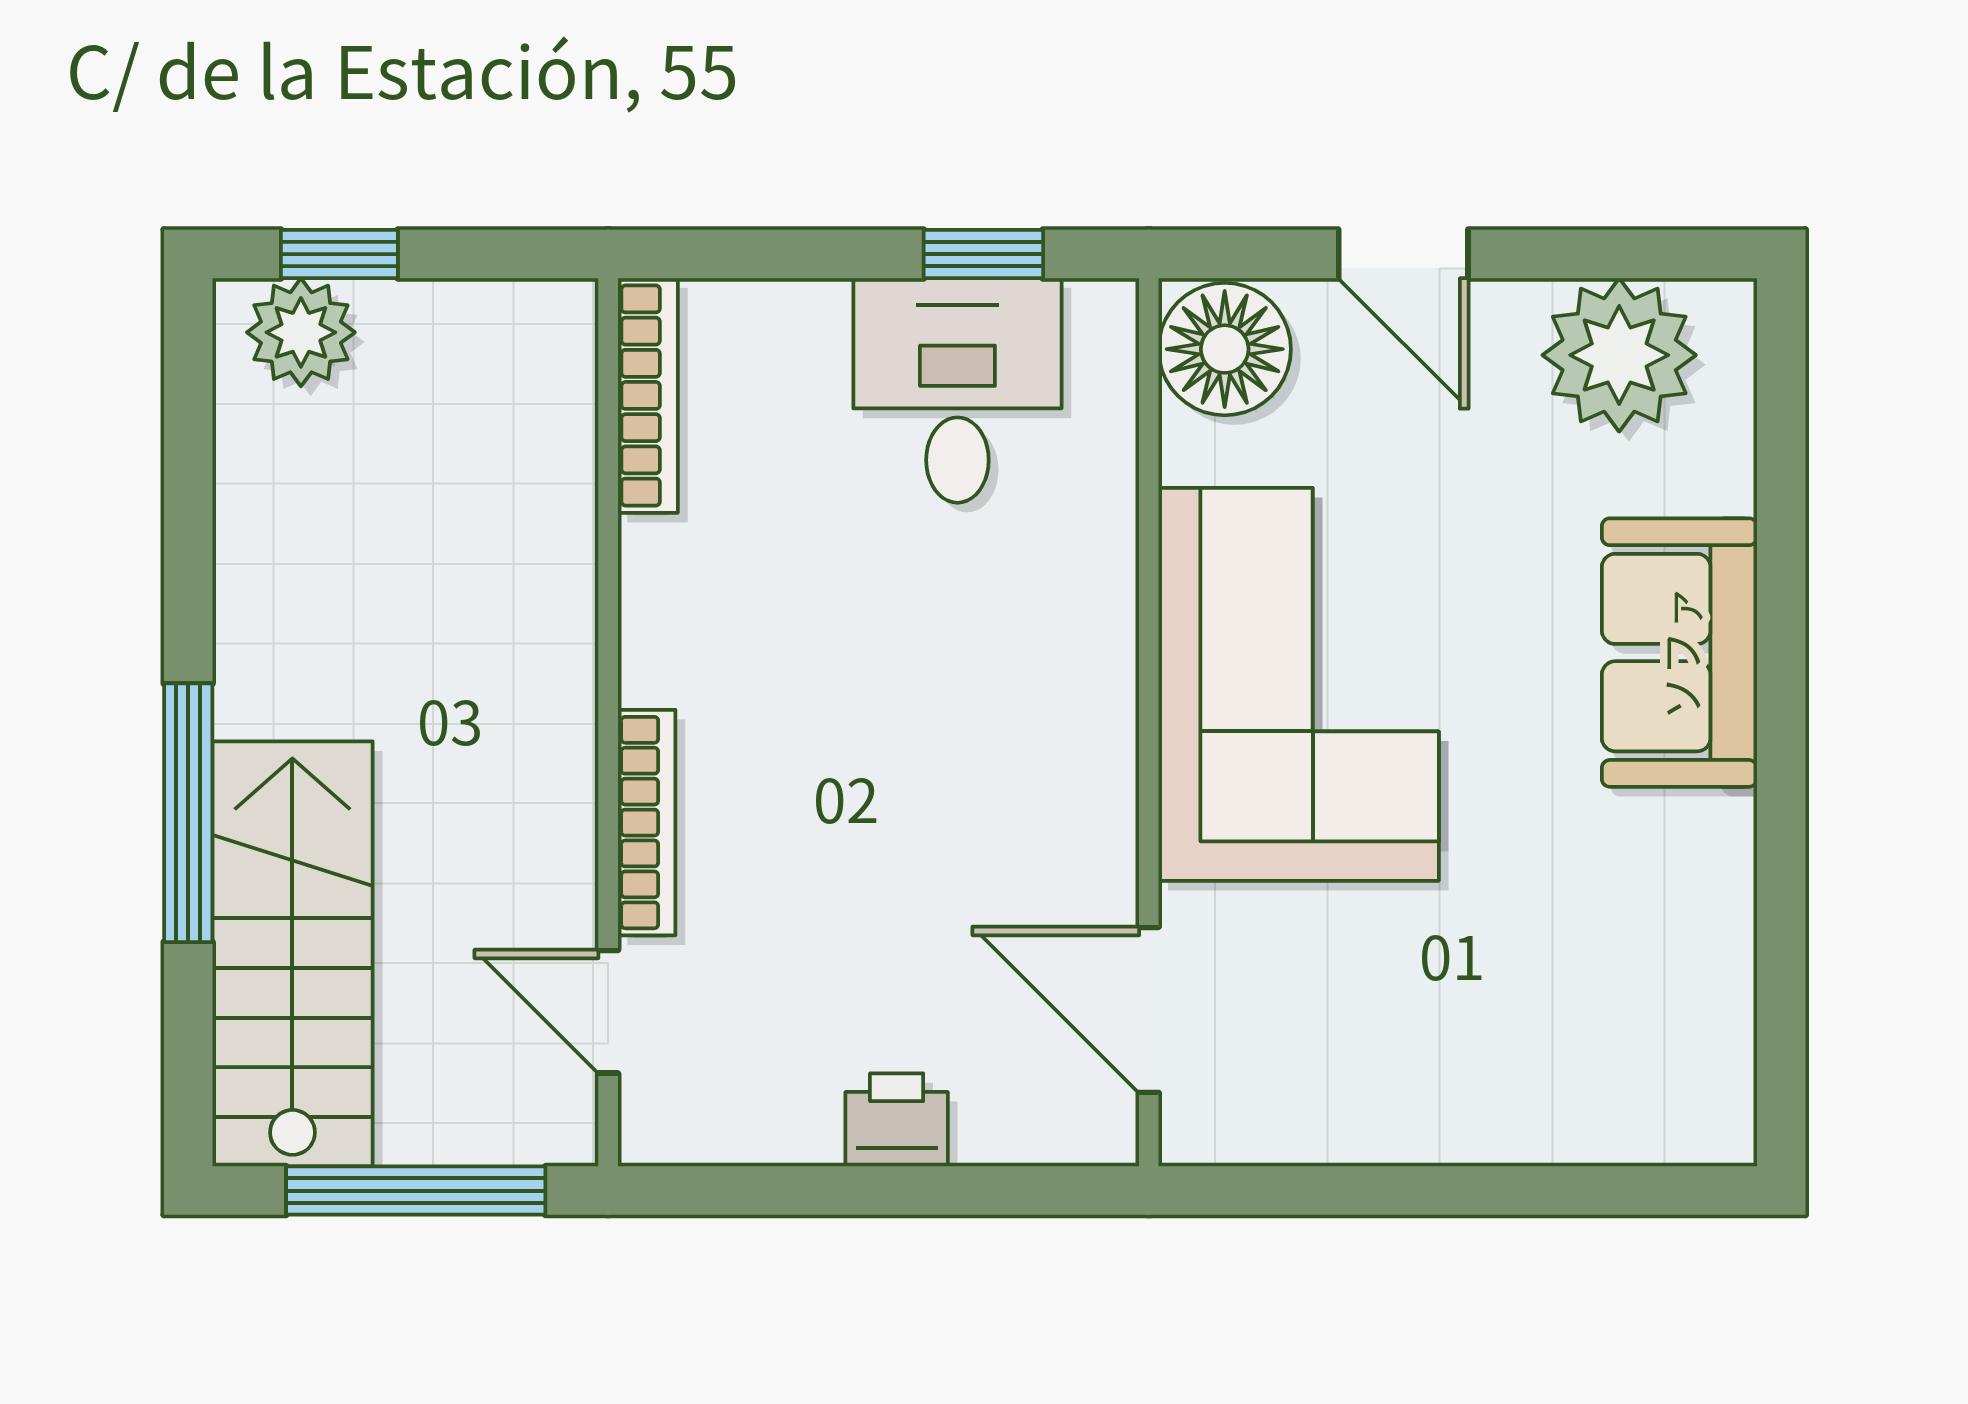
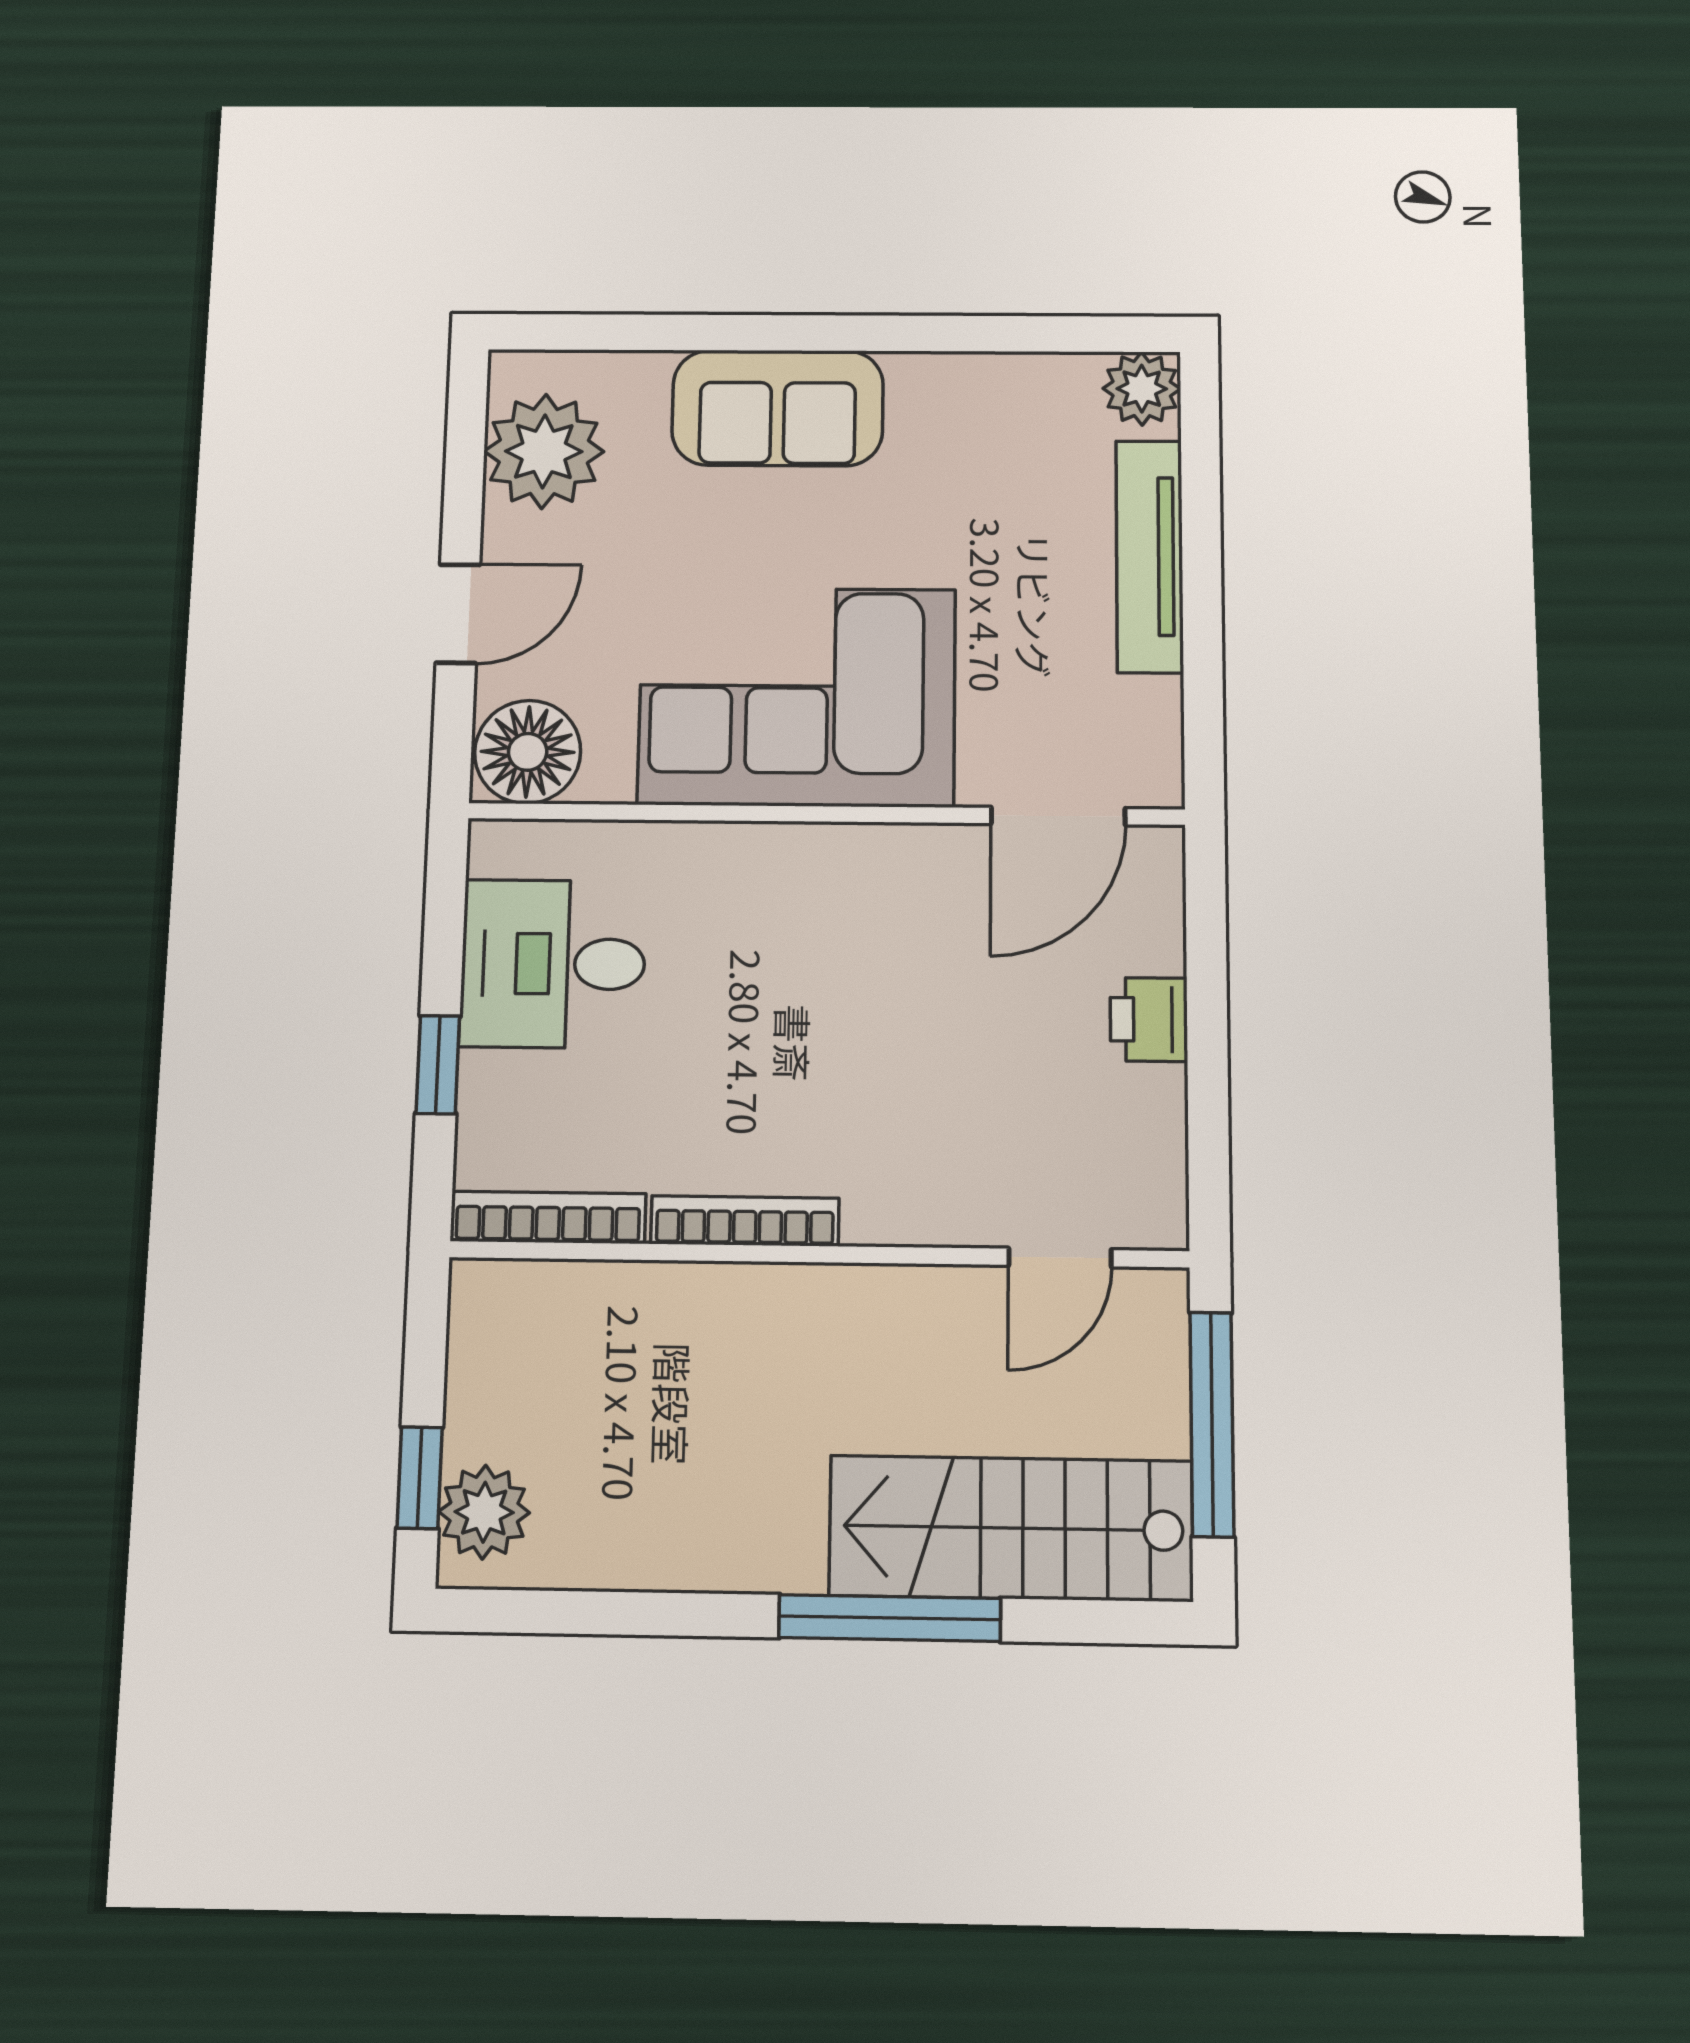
window: (983, 254) -> (438, 1065), moved
bookcase: (647, 823) -> (745, 1221), moved
plant: (1708, 1117) -> (1142, 389), added
tv unit: (1485, 1125) -> (1150, 556), added

